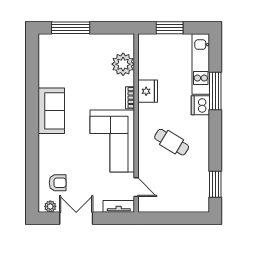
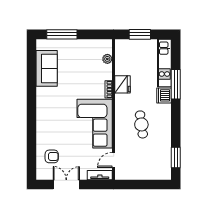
plant: (123, 64) -> (107, 59), width x0.53, depth x0.53
sofa: (51, 111) -> (47, 68), moved
cafe table: (172, 142) -> (141, 124), turned 51
door: (136, 187) -> (114, 160), swing flipped
plant: (50, 206) -> (46, 175), removed

